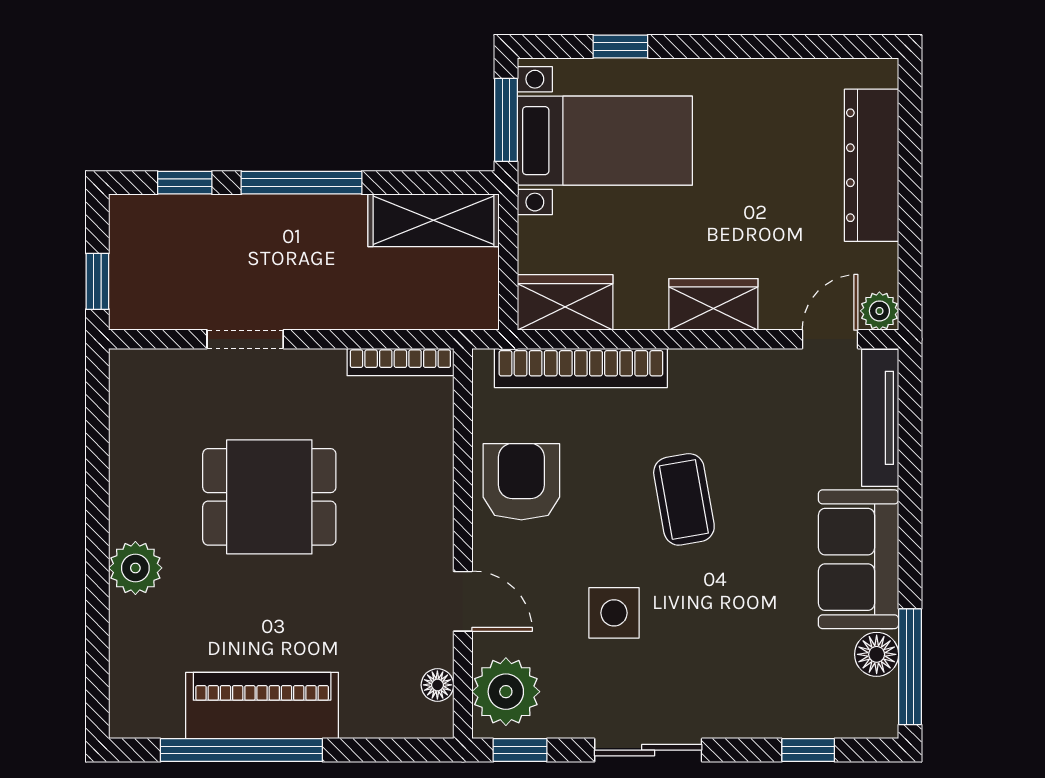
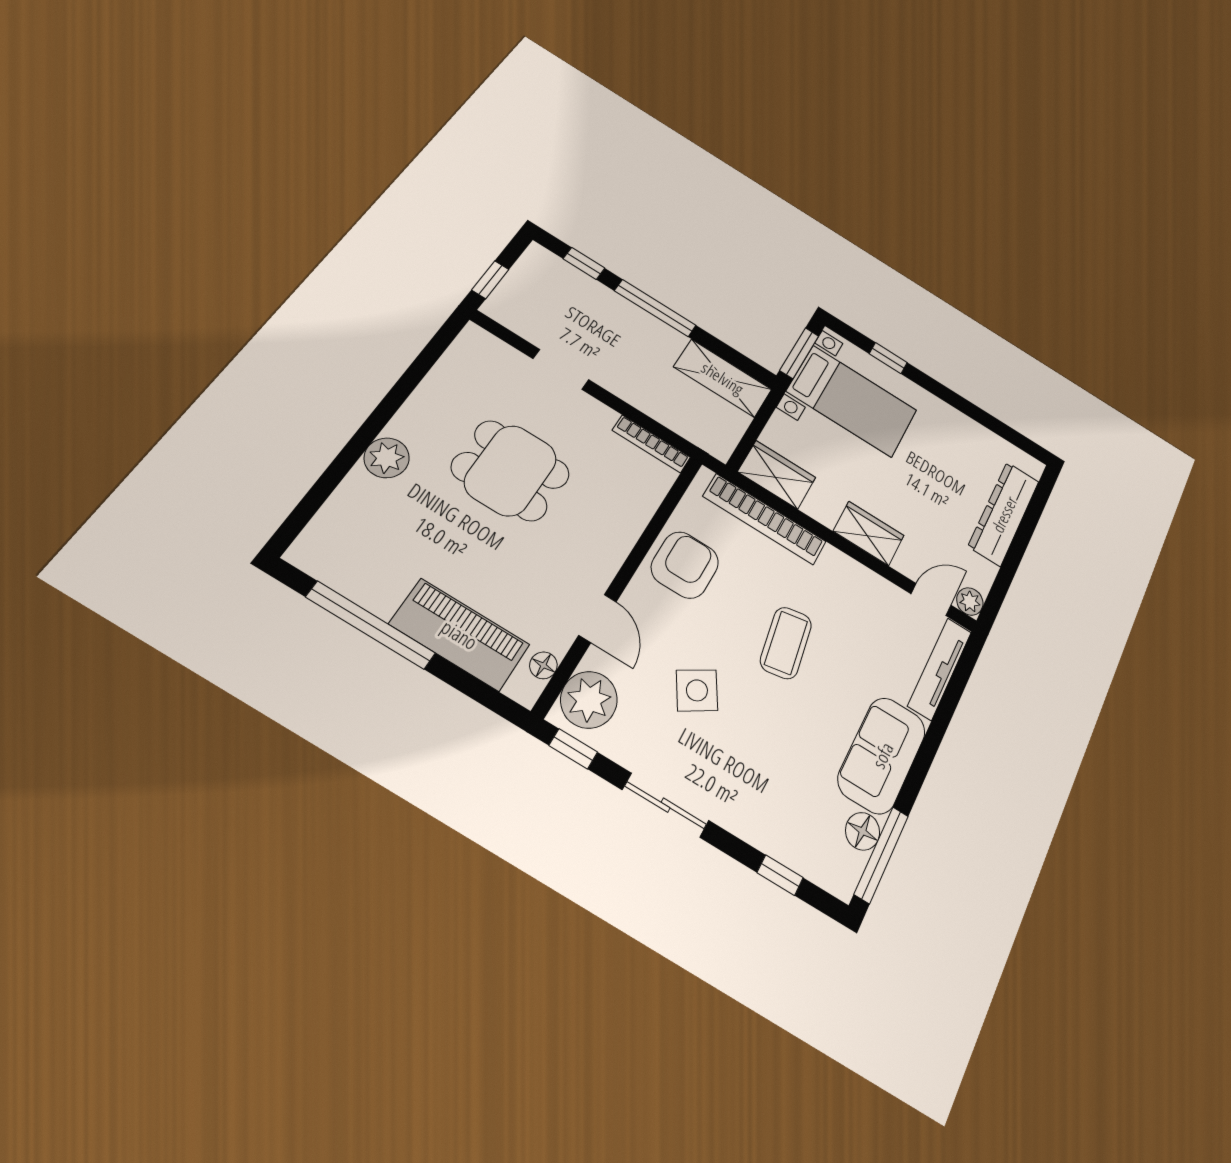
side table: (614, 613) -> (697, 690), turned -32
piano: (262, 706) -> (460, 634), moved

